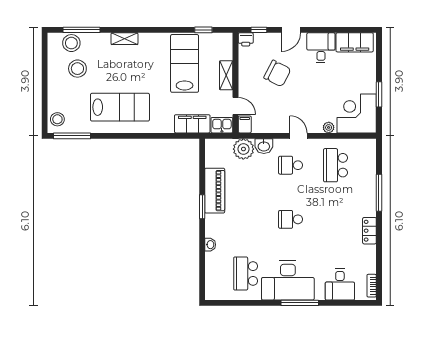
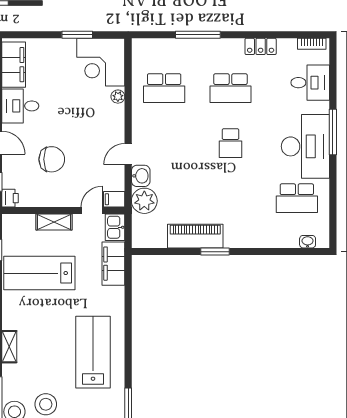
chair: (277, 73) -> (52, 159), turned 63
door: (298, 136) -> (128, 154), moved
school desk: (291, 165) -> (230, 88), moved, width x1.85
locker: (369, 231) -> (261, 46), moved
washbasin: (210, 245) -> (308, 242), moved

